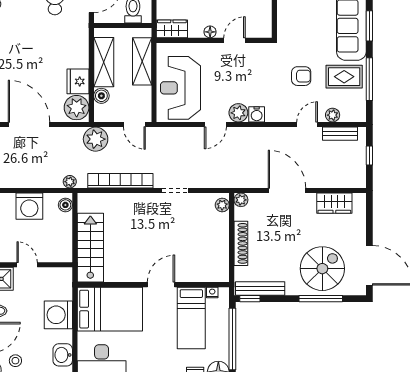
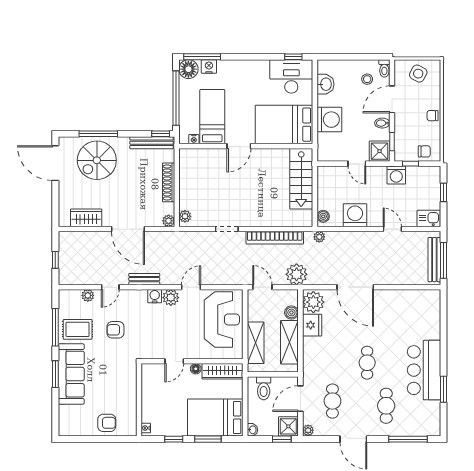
wardrobe: (172, 29) -> (223, 371), width x1.50
cafe table: (15, 39) -> (367, 363), added
bench: (340, 134) -> (144, 279), moved

